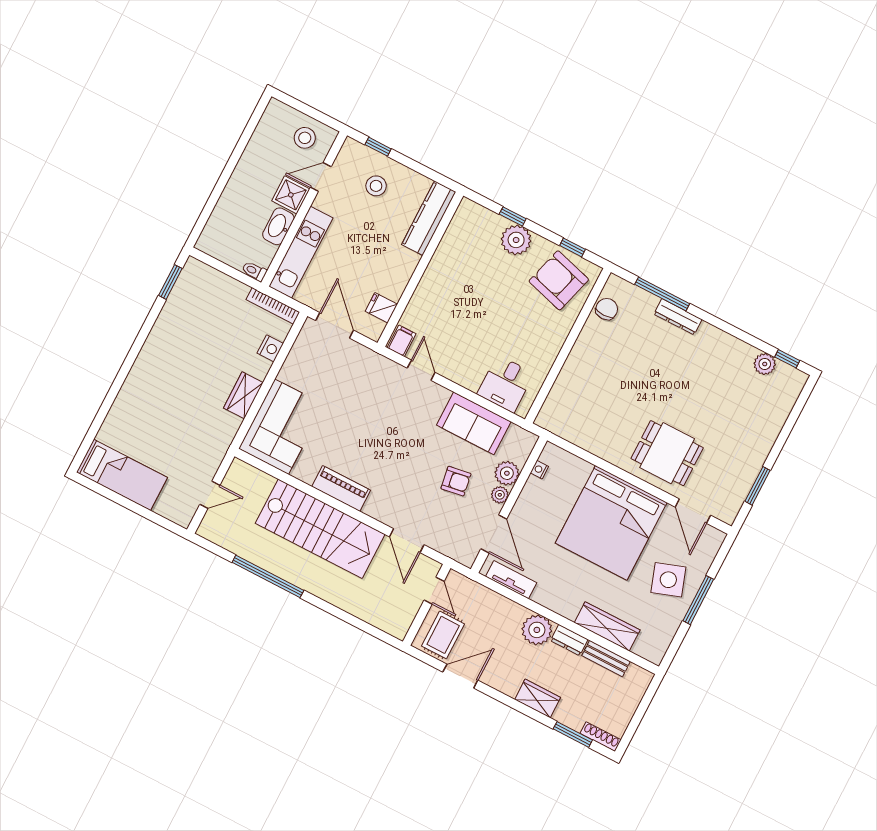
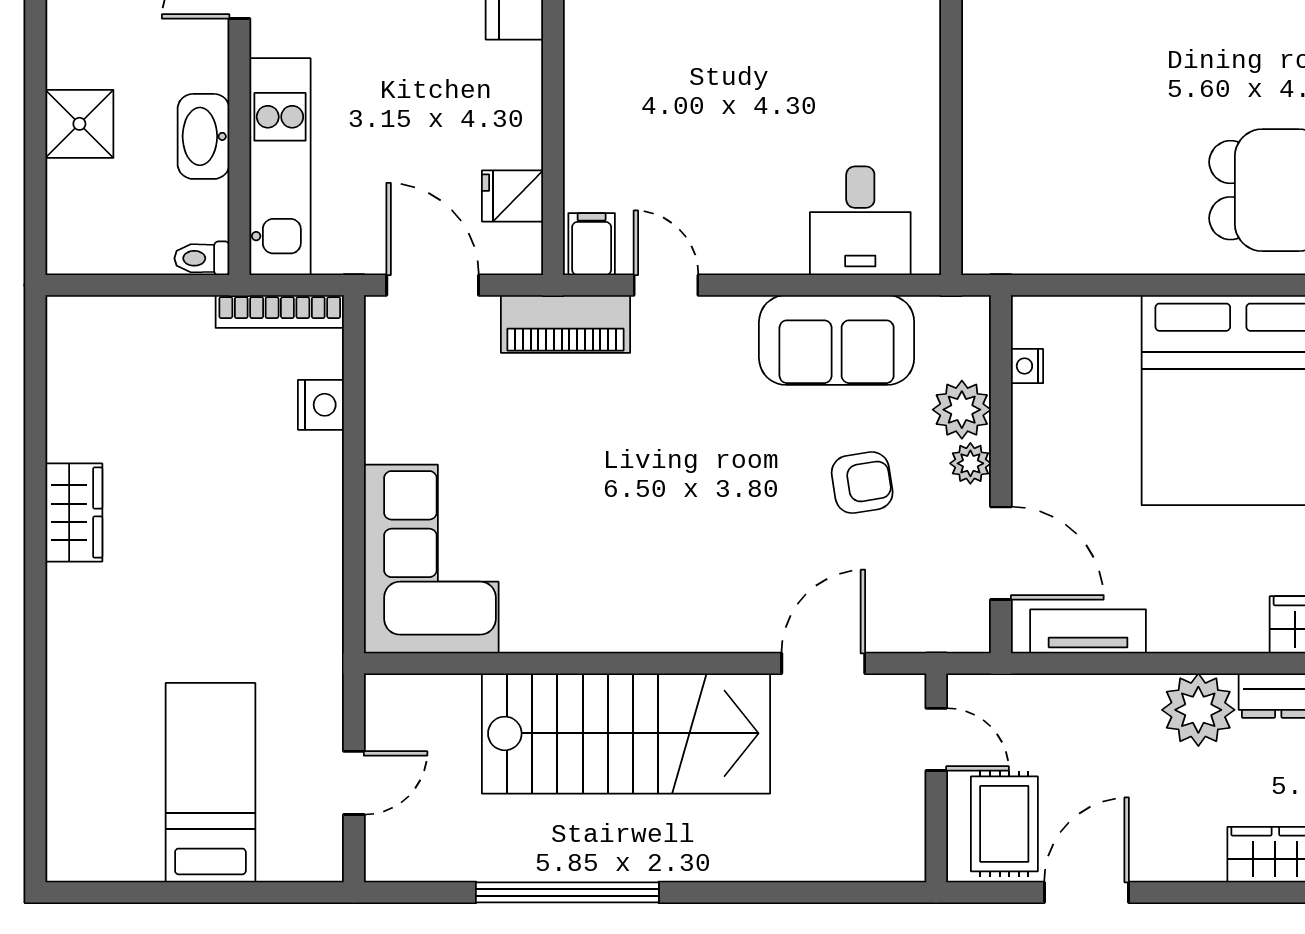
shower: (291, 195) -> (79, 124), moved
window: (170, 282) -> (35, 374), removed
wardrobe: (243, 395) -> (74, 513), moved, turned 180
bed: (122, 475) -> (210, 783), moved, turned -90
piano: (341, 488) -> (566, 324), moved, turned 180
door: (407, 541) -> (823, 663), swing flipped

